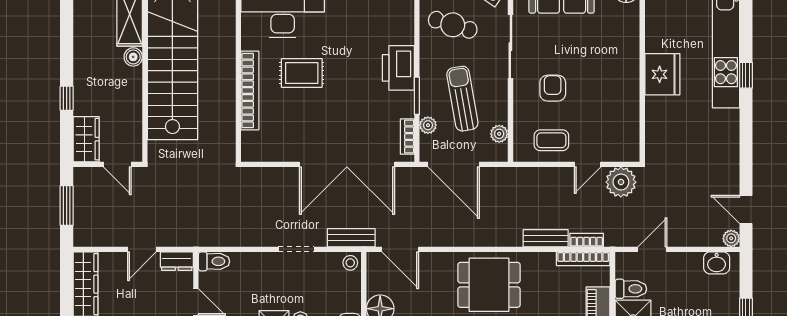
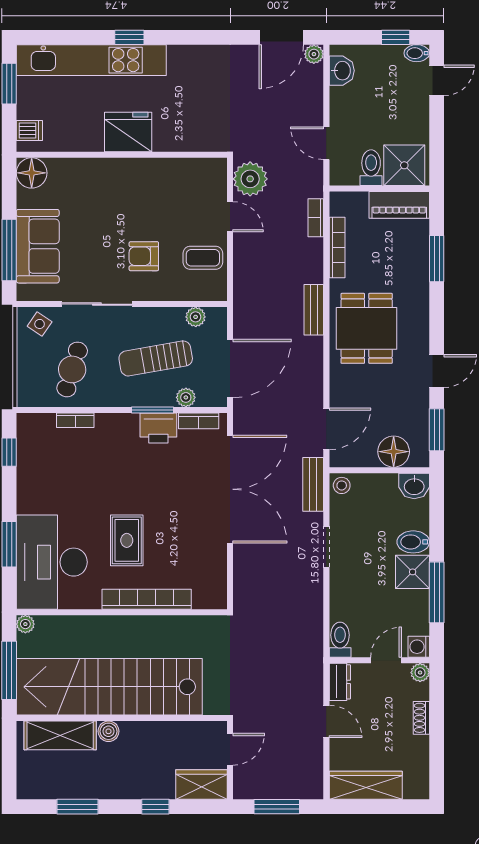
bookcase: (408, 28) -> (75, 420), added
window: (67, 30) -> (77, 807), added
printer: (398, 68) -> (158, 428), moved, width x0.73, depth x0.84
coffee table: (551, 140) -> (203, 258), turned 90
door: (746, 210) -> (281, 37), width x1.37
bench: (546, 238) -> (314, 310), moved
bookcase: (583, 259) -> (337, 248), moved

